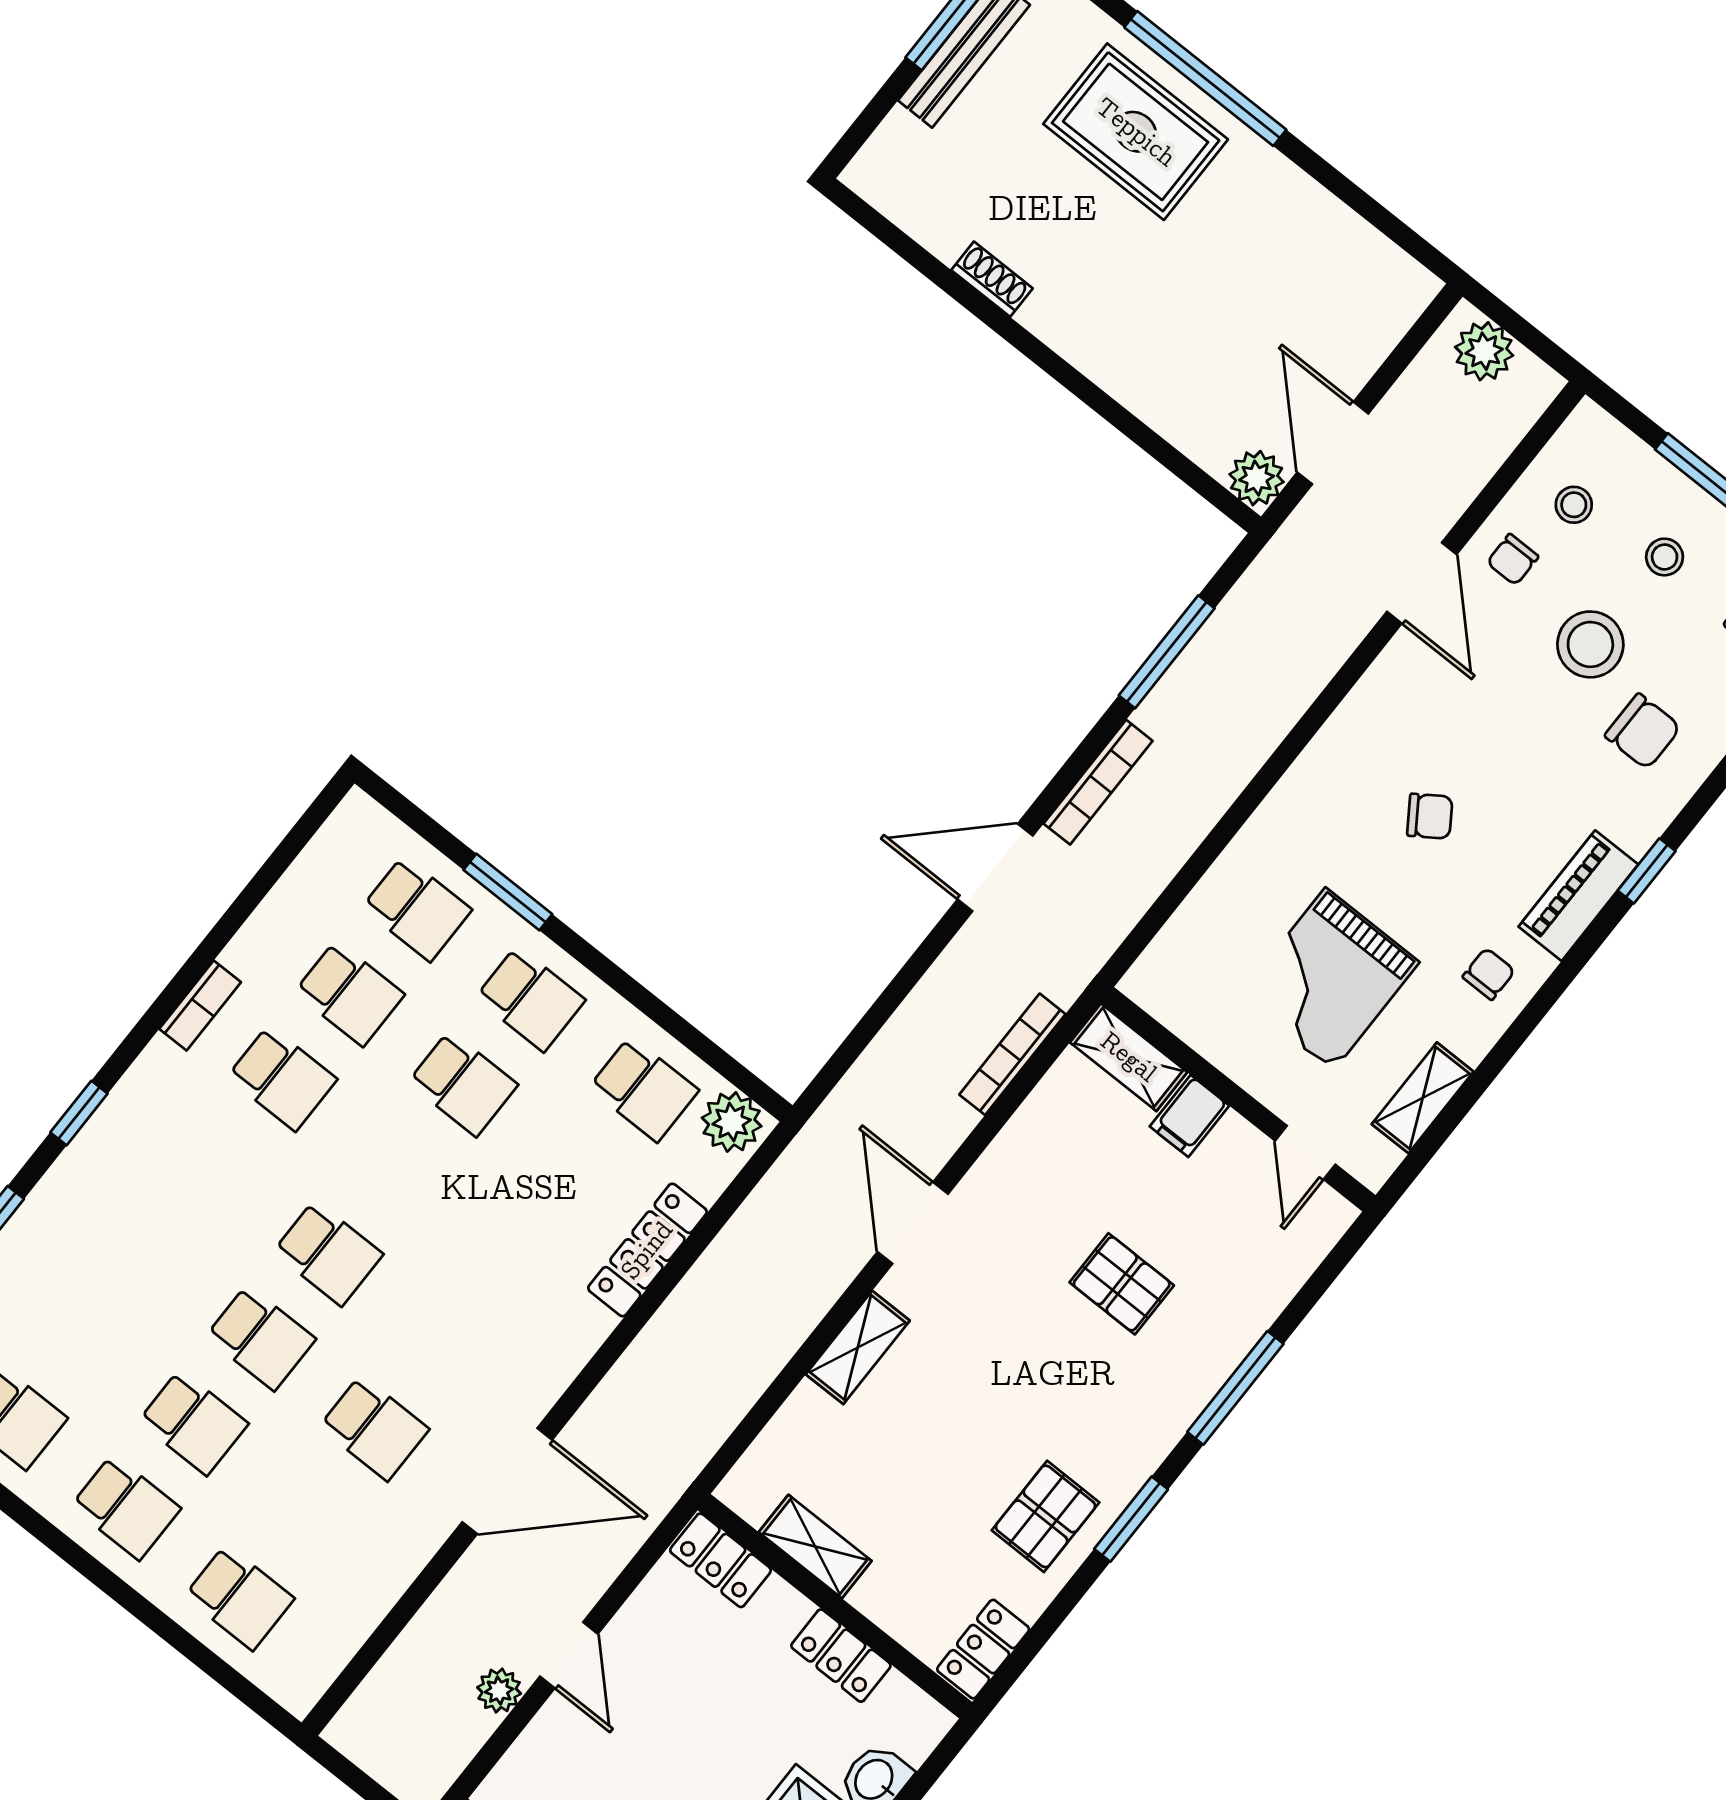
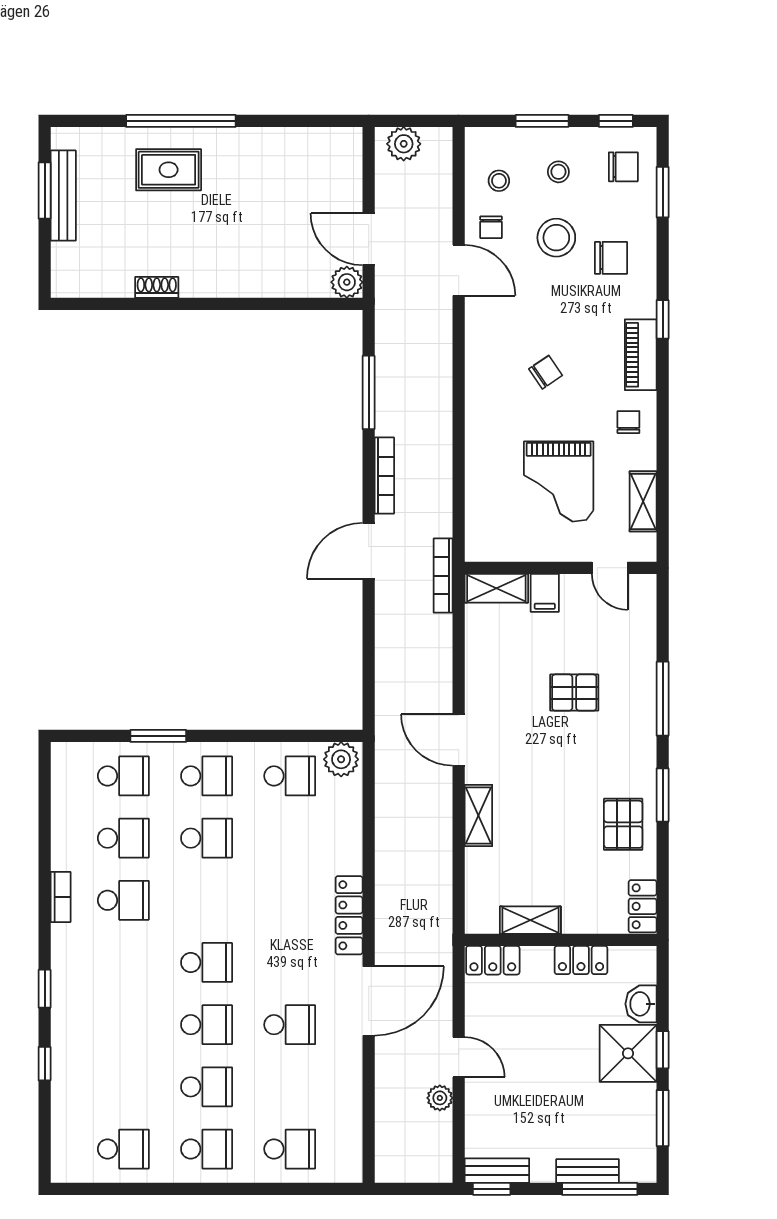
rug: (1136, 132) -> (169, 170), width x0.73, depth x0.70
bookcase: (1012, 1054) -> (443, 576), moved
locker: (647, 1250) -> (349, 915), moved

